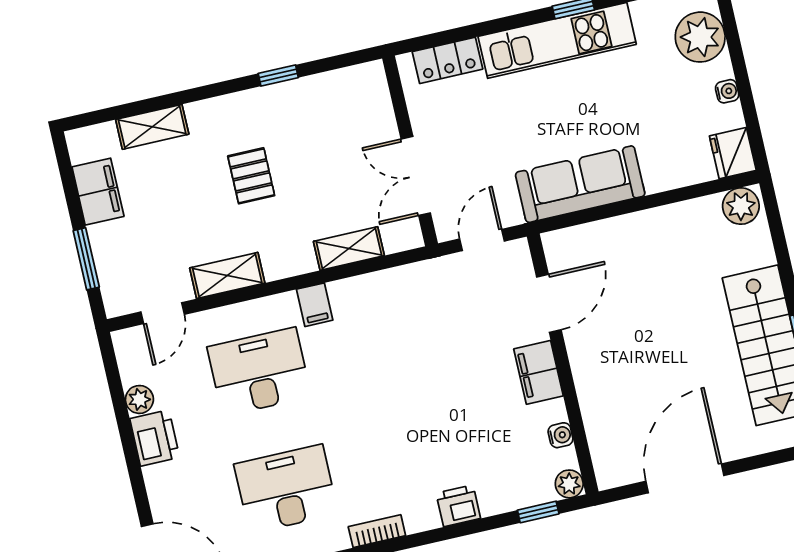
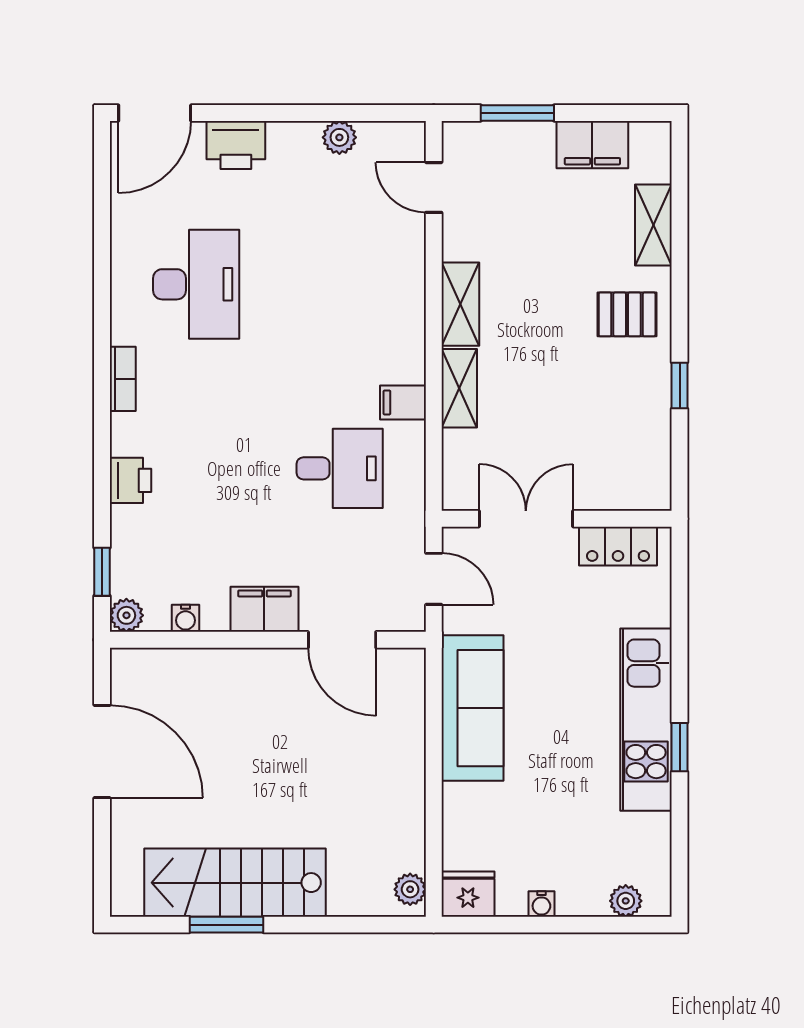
plant: (700, 37) -> (626, 901), width x0.53, depth x0.53
locker: (447, 60) -> (618, 546), moved, turned -90
pallet: (251, 176) -> (627, 314), moved
plant: (741, 206) -> (410, 889), width x0.73, depth x0.73
shelving: (349, 249) -> (459, 388), moved
shelving: (227, 275) -> (460, 304), moved
filing cabinet: (315, 305) -> (403, 402), moved
desk: (259, 372) -> (340, 468), moved, width x0.73
printer: (155, 438) -> (236, 145), moved

